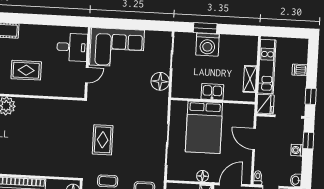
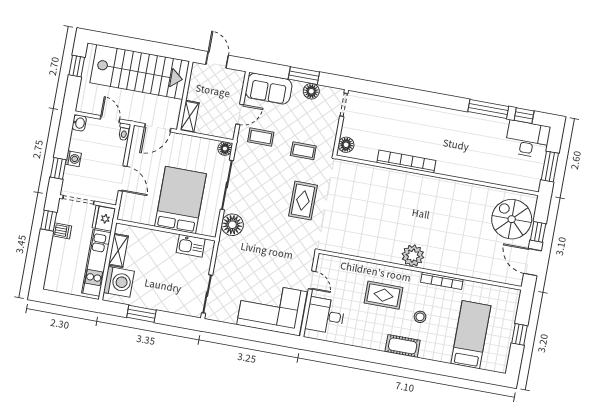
window: (205, 28) -> (141, 314), moved
washing machine: (207, 45) -> (119, 282), moved, turned 90
dishwasher: (300, 70) -> (62, 231), moved
door: (87, 75) -> (312, 280), swing flipped
floor lamp: (160, 81) -> (232, 225), moved
kitchen sink: (212, 92) -> (191, 246), moved
floor lamp: (203, 176) -> (225, 149), moved

